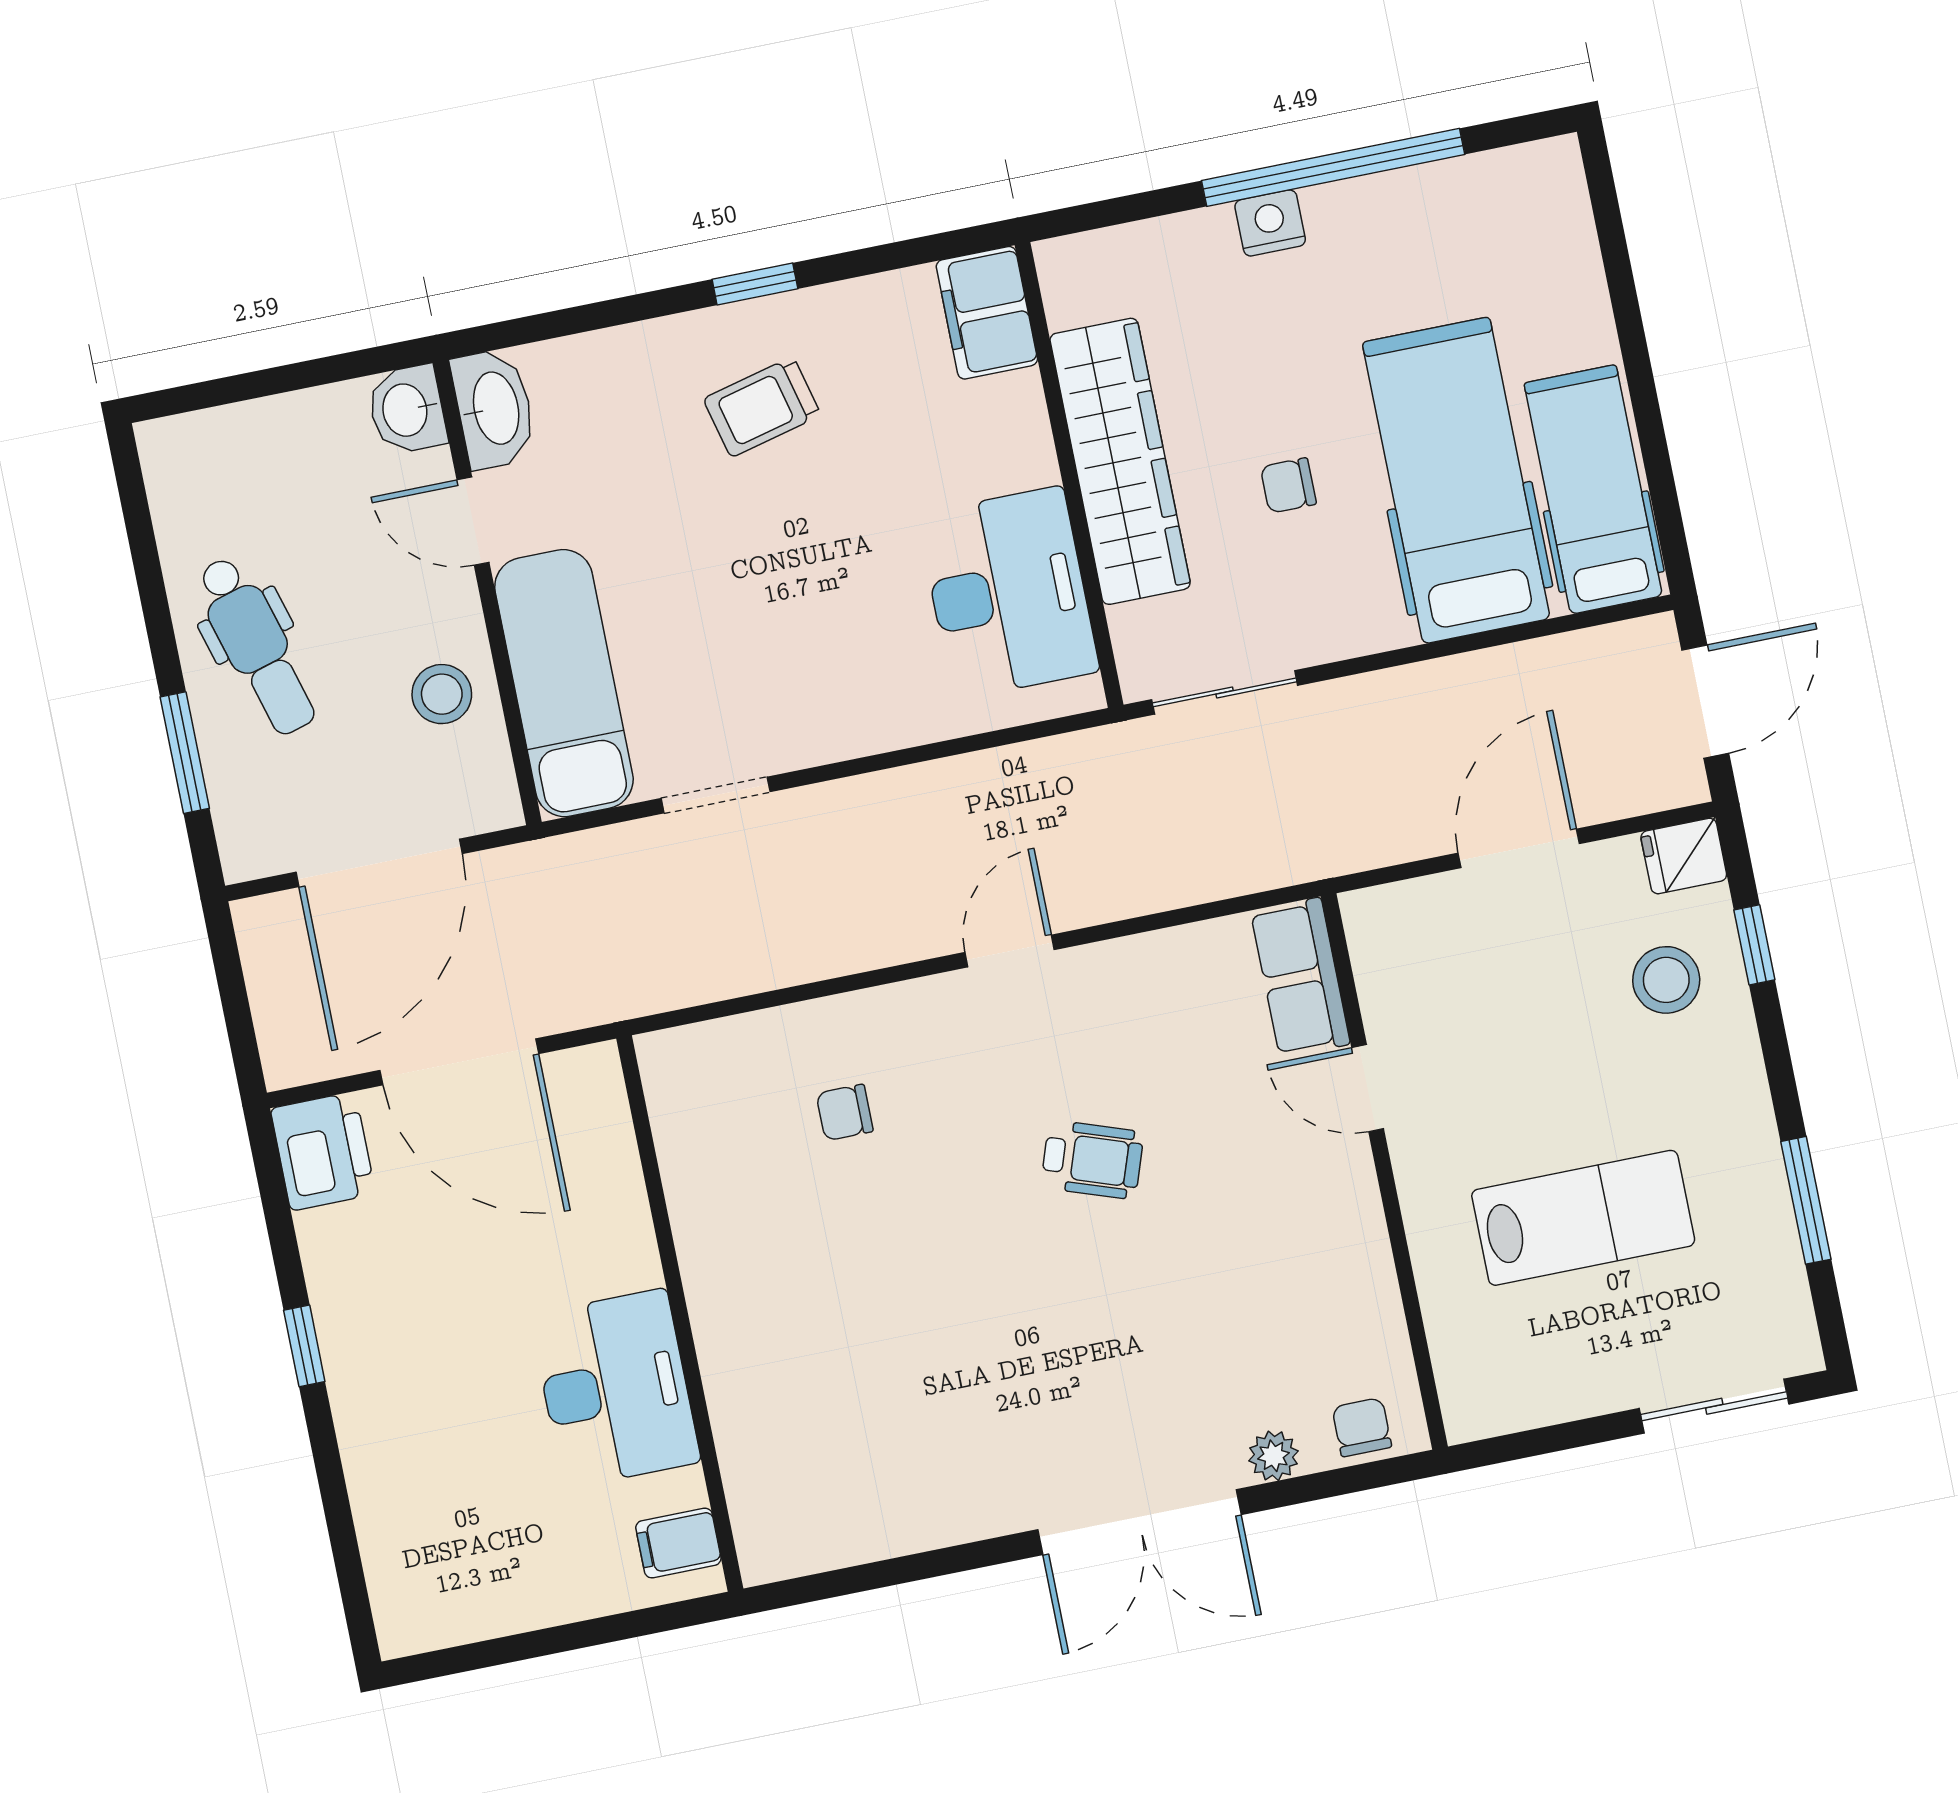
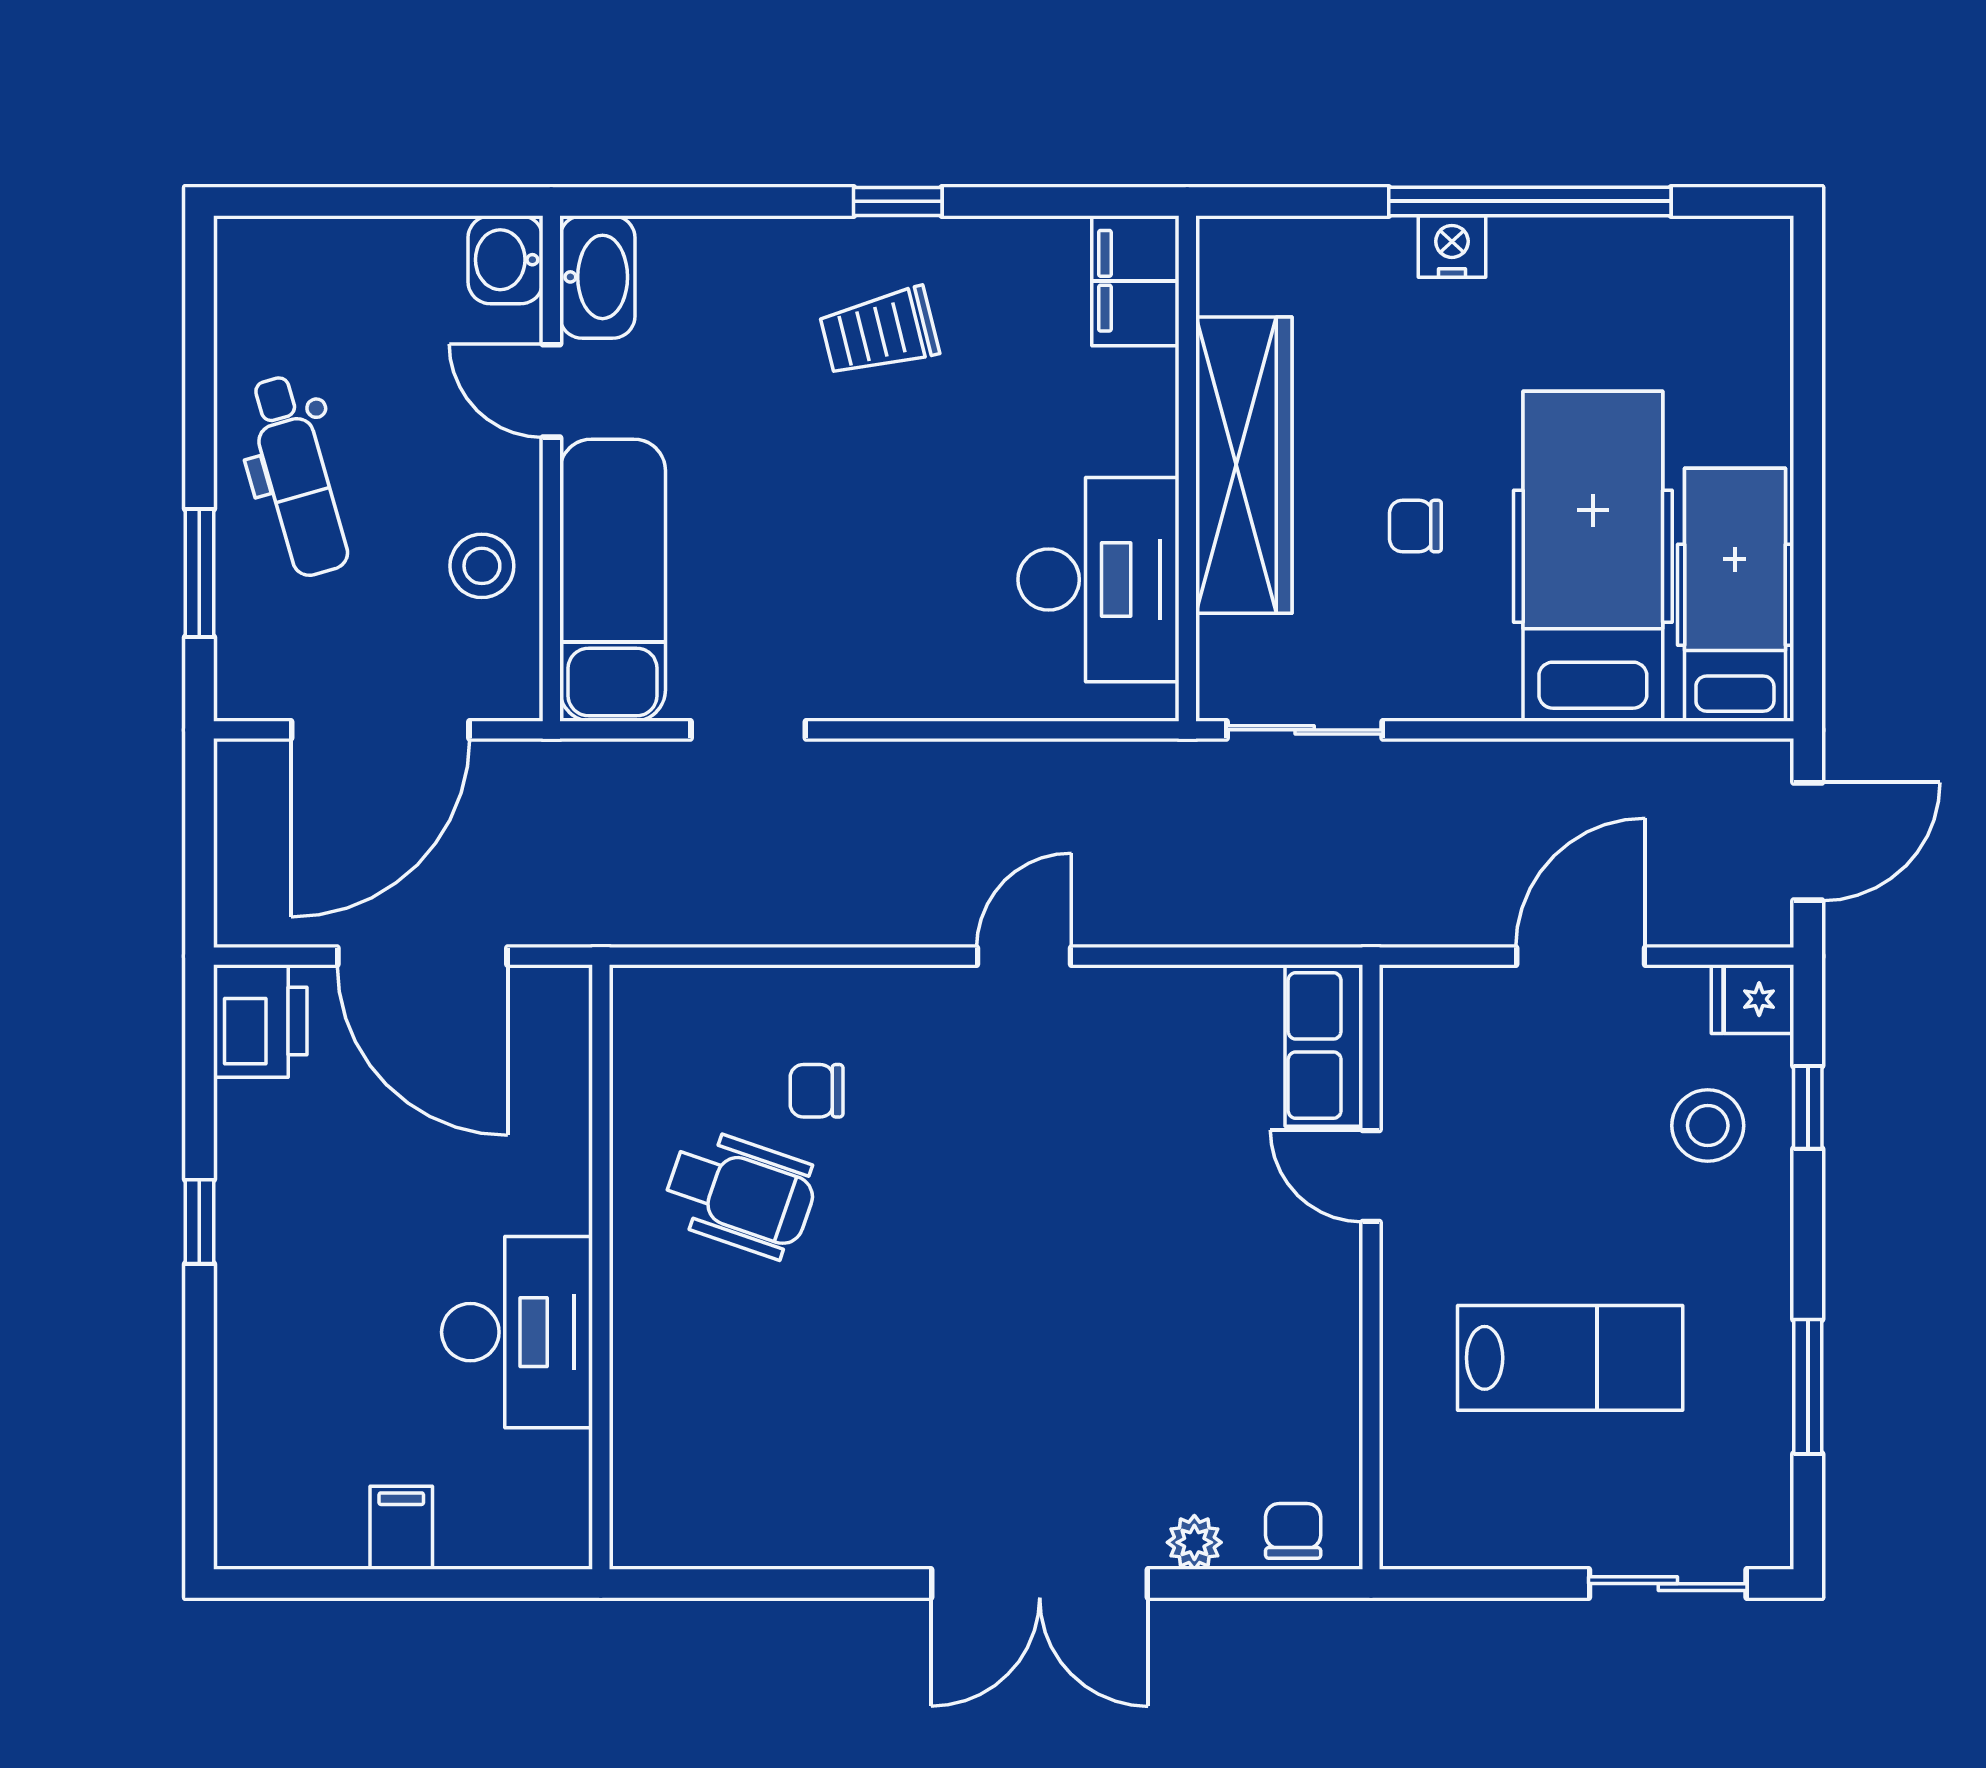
wheelchair: (1092, 1160) -> (740, 1194), moved, width x1.36, depth x1.37
filing cabinet: (678, 1543) -> (401, 1528), moved, turned 90

